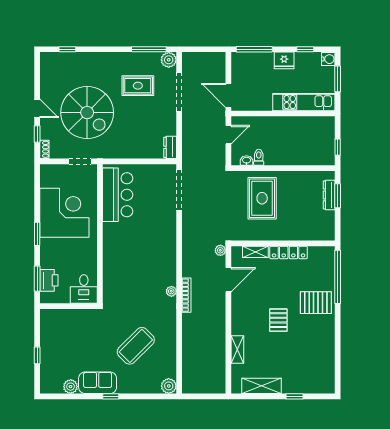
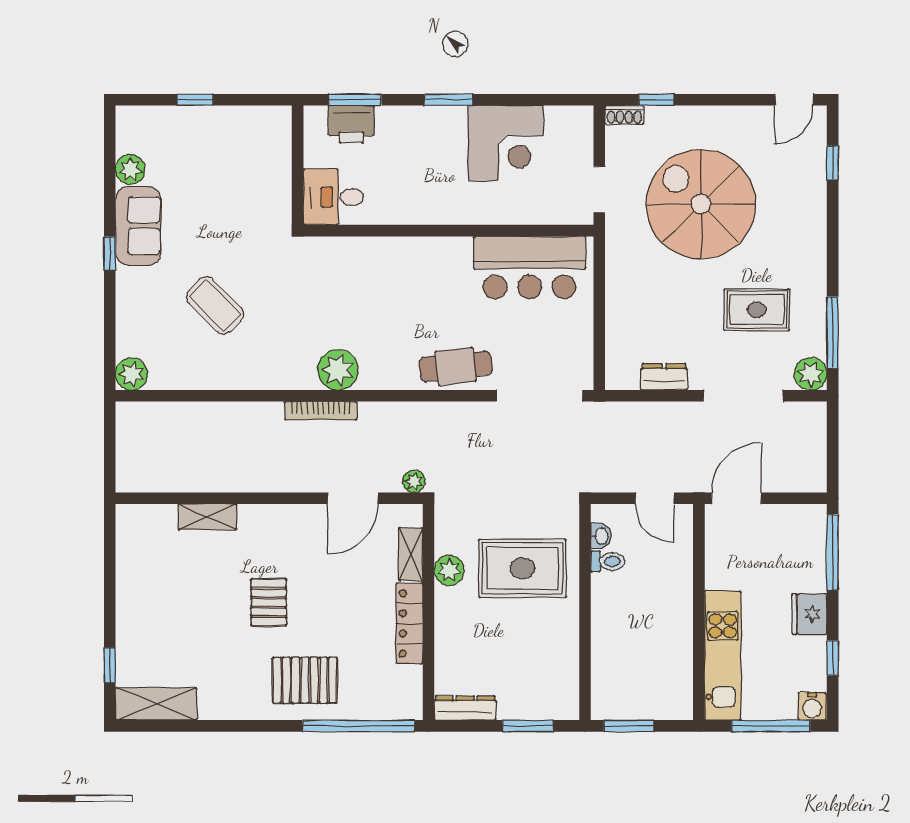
window: (338, 79) -> (771, 726), width x1.44
rug: (138, 86) -> (757, 310), turned 90
door: (37, 108) -> (794, 100), moved
spiral stairs: (87, 113) -> (701, 204), turned 90
dresser: (170, 147) -> (664, 377), moved
window: (338, 147) -> (629, 726), width x1.50
dresser: (329, 195) -> (465, 708), moved
corner desk: (64, 213) -> (506, 143), width x0.74, depth x0.74
cafe table: (165, 230) -> (456, 366), added
plant: (263, 233) -> (449, 570), added
door: (228, 280) -> (353, 498), hinge flipped
plant: (171, 291) -> (338, 370), width x1.88, depth x1.88
pallet: (316, 303) -> (305, 680), turned 90
pallet: (278, 320) -> (269, 602), turned 90
coffee table: (136, 346) -> (215, 305), width x0.73, depth x0.76
shelving: (261, 386) -> (156, 704), moved, turned 90
window: (295, 396) -> (110, 665), moved

